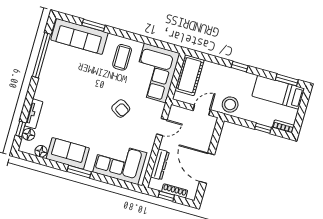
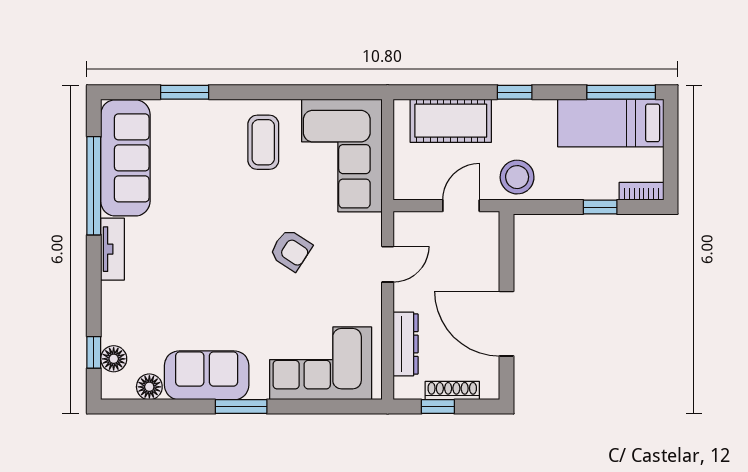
sofa: (79, 36) -> (125, 158), moved, turned -90
cot: (189, 75) -> (451, 121), moved, turned 90
window: (287, 80) -> (621, 92), width x1.44
tv unit: (34, 114) -> (112, 249), moved

